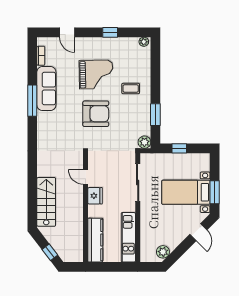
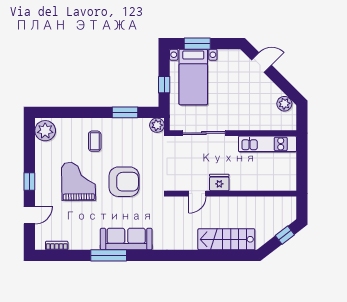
window: (110, 32) -> (29, 182), moved
plant: (144, 42) -> (45, 131), width x1.87, depth x1.87
sofa: (46, 89) -> (126, 239), moved
armchair: (96, 114) -> (124, 182), turned 90
bed with nightstands: (186, 192) -> (193, 77), moved
window: (215, 192) -> (197, 44), moved
kitchen counter: (95, 240) -> (271, 182), removed

